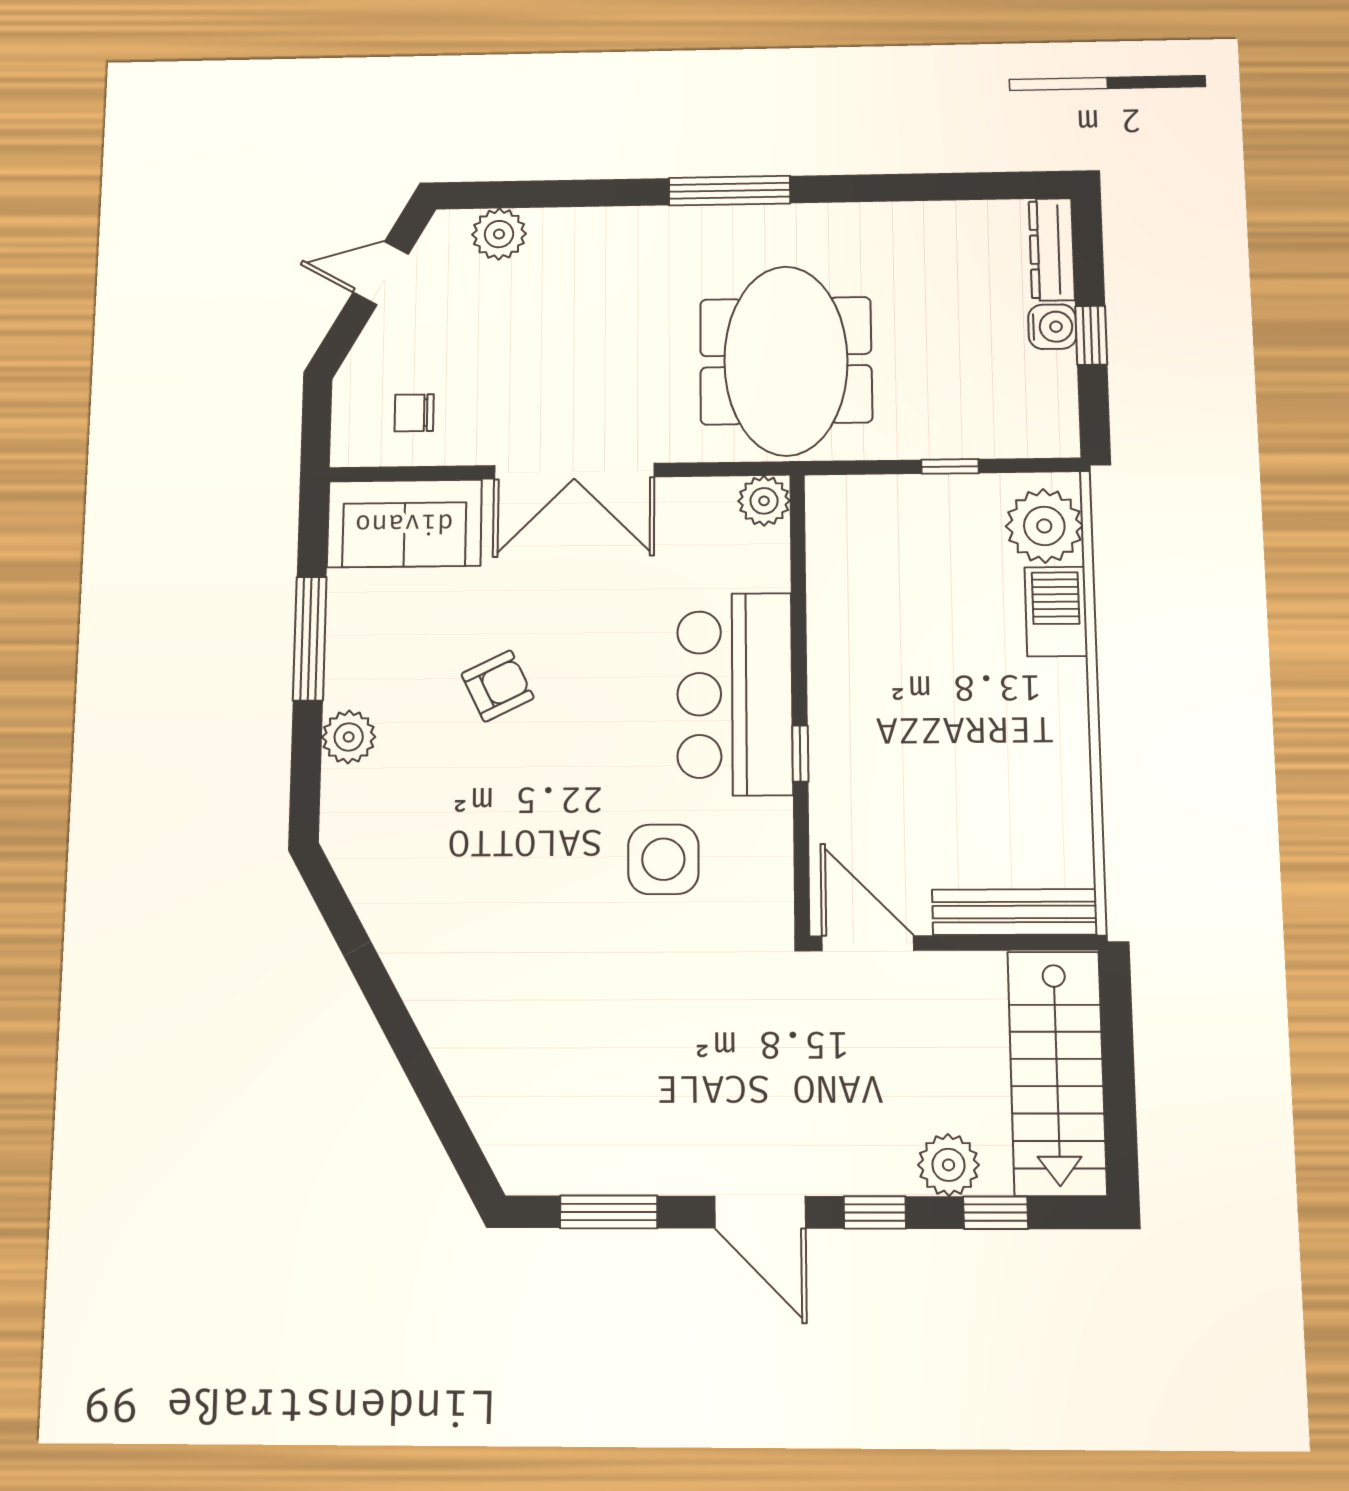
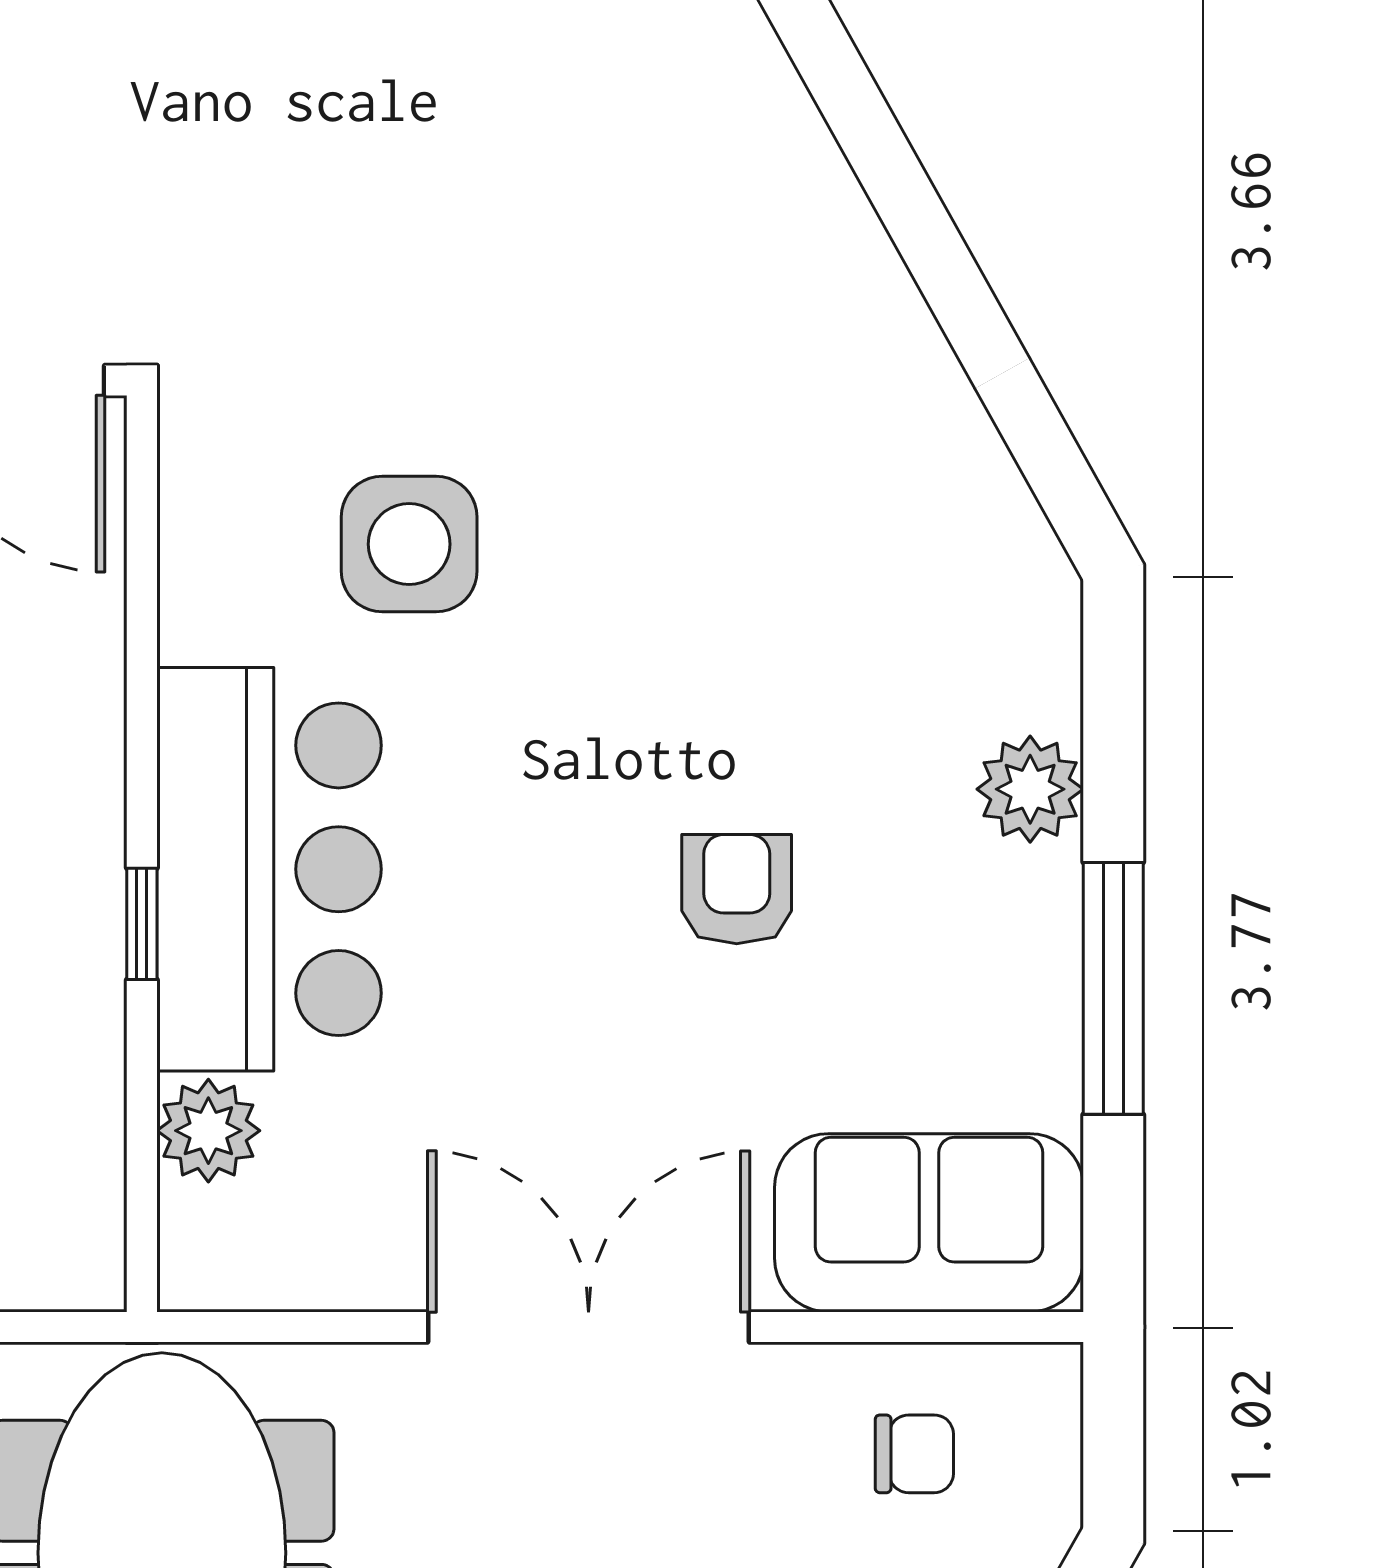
plant: (764, 501) -> (208, 1131), moved
armchair: (498, 686) -> (737, 889), turned 116
window: (800, 754) -> (142, 924), moved

